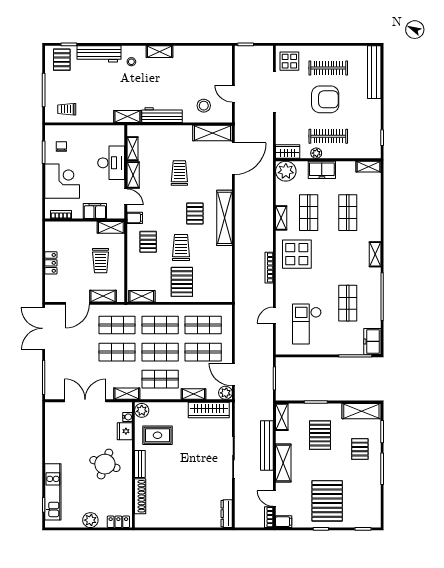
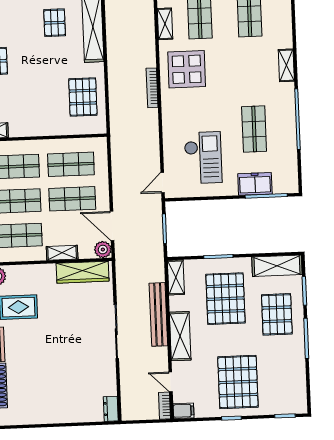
trolley: (181, 247) -> (39, 67), removed
pallet: (182, 282) -> (83, 97), moved
door: (274, 315) -> (163, 183), moved
checkout: (307, 324) -> (203, 158), turned 180
freezer: (372, 341) -> (255, 184), moved, turned 90
pallet: (320, 435) -> (225, 299), width x1.37, depth x1.41
pallet: (360, 449) -> (277, 314), width x1.50, depth x1.42
dresser: (227, 514) -> (111, 409), width x0.70

